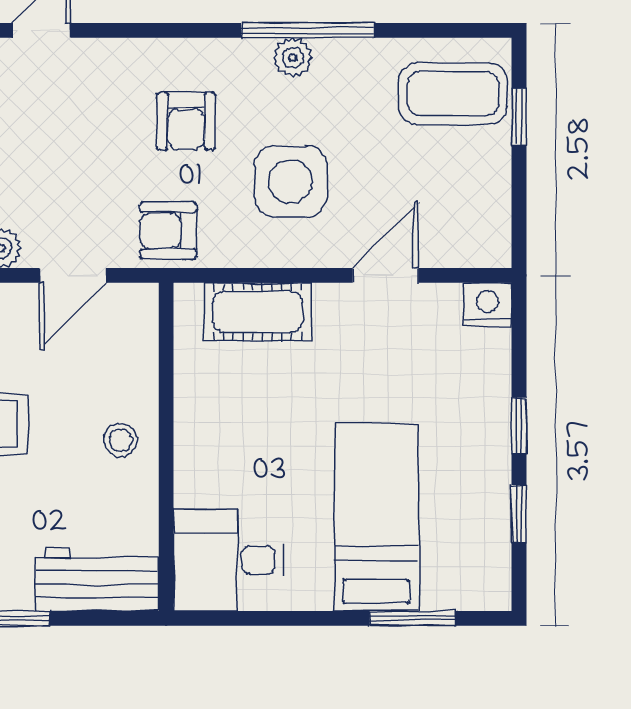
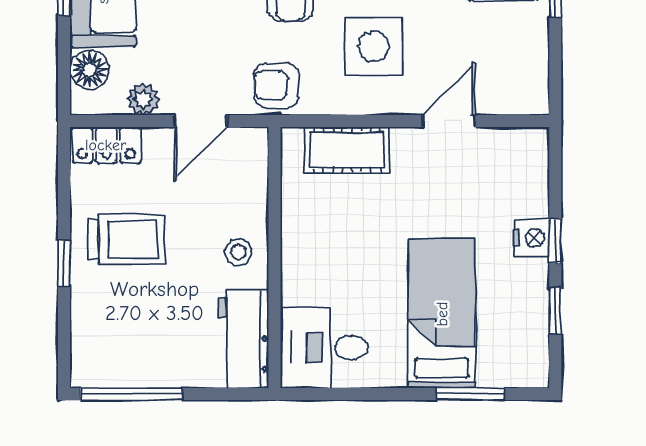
nightstand: (488, 305) -> (532, 238), moved, turned 90
workbench: (97, 579) -> (243, 339), moved, turned -90

